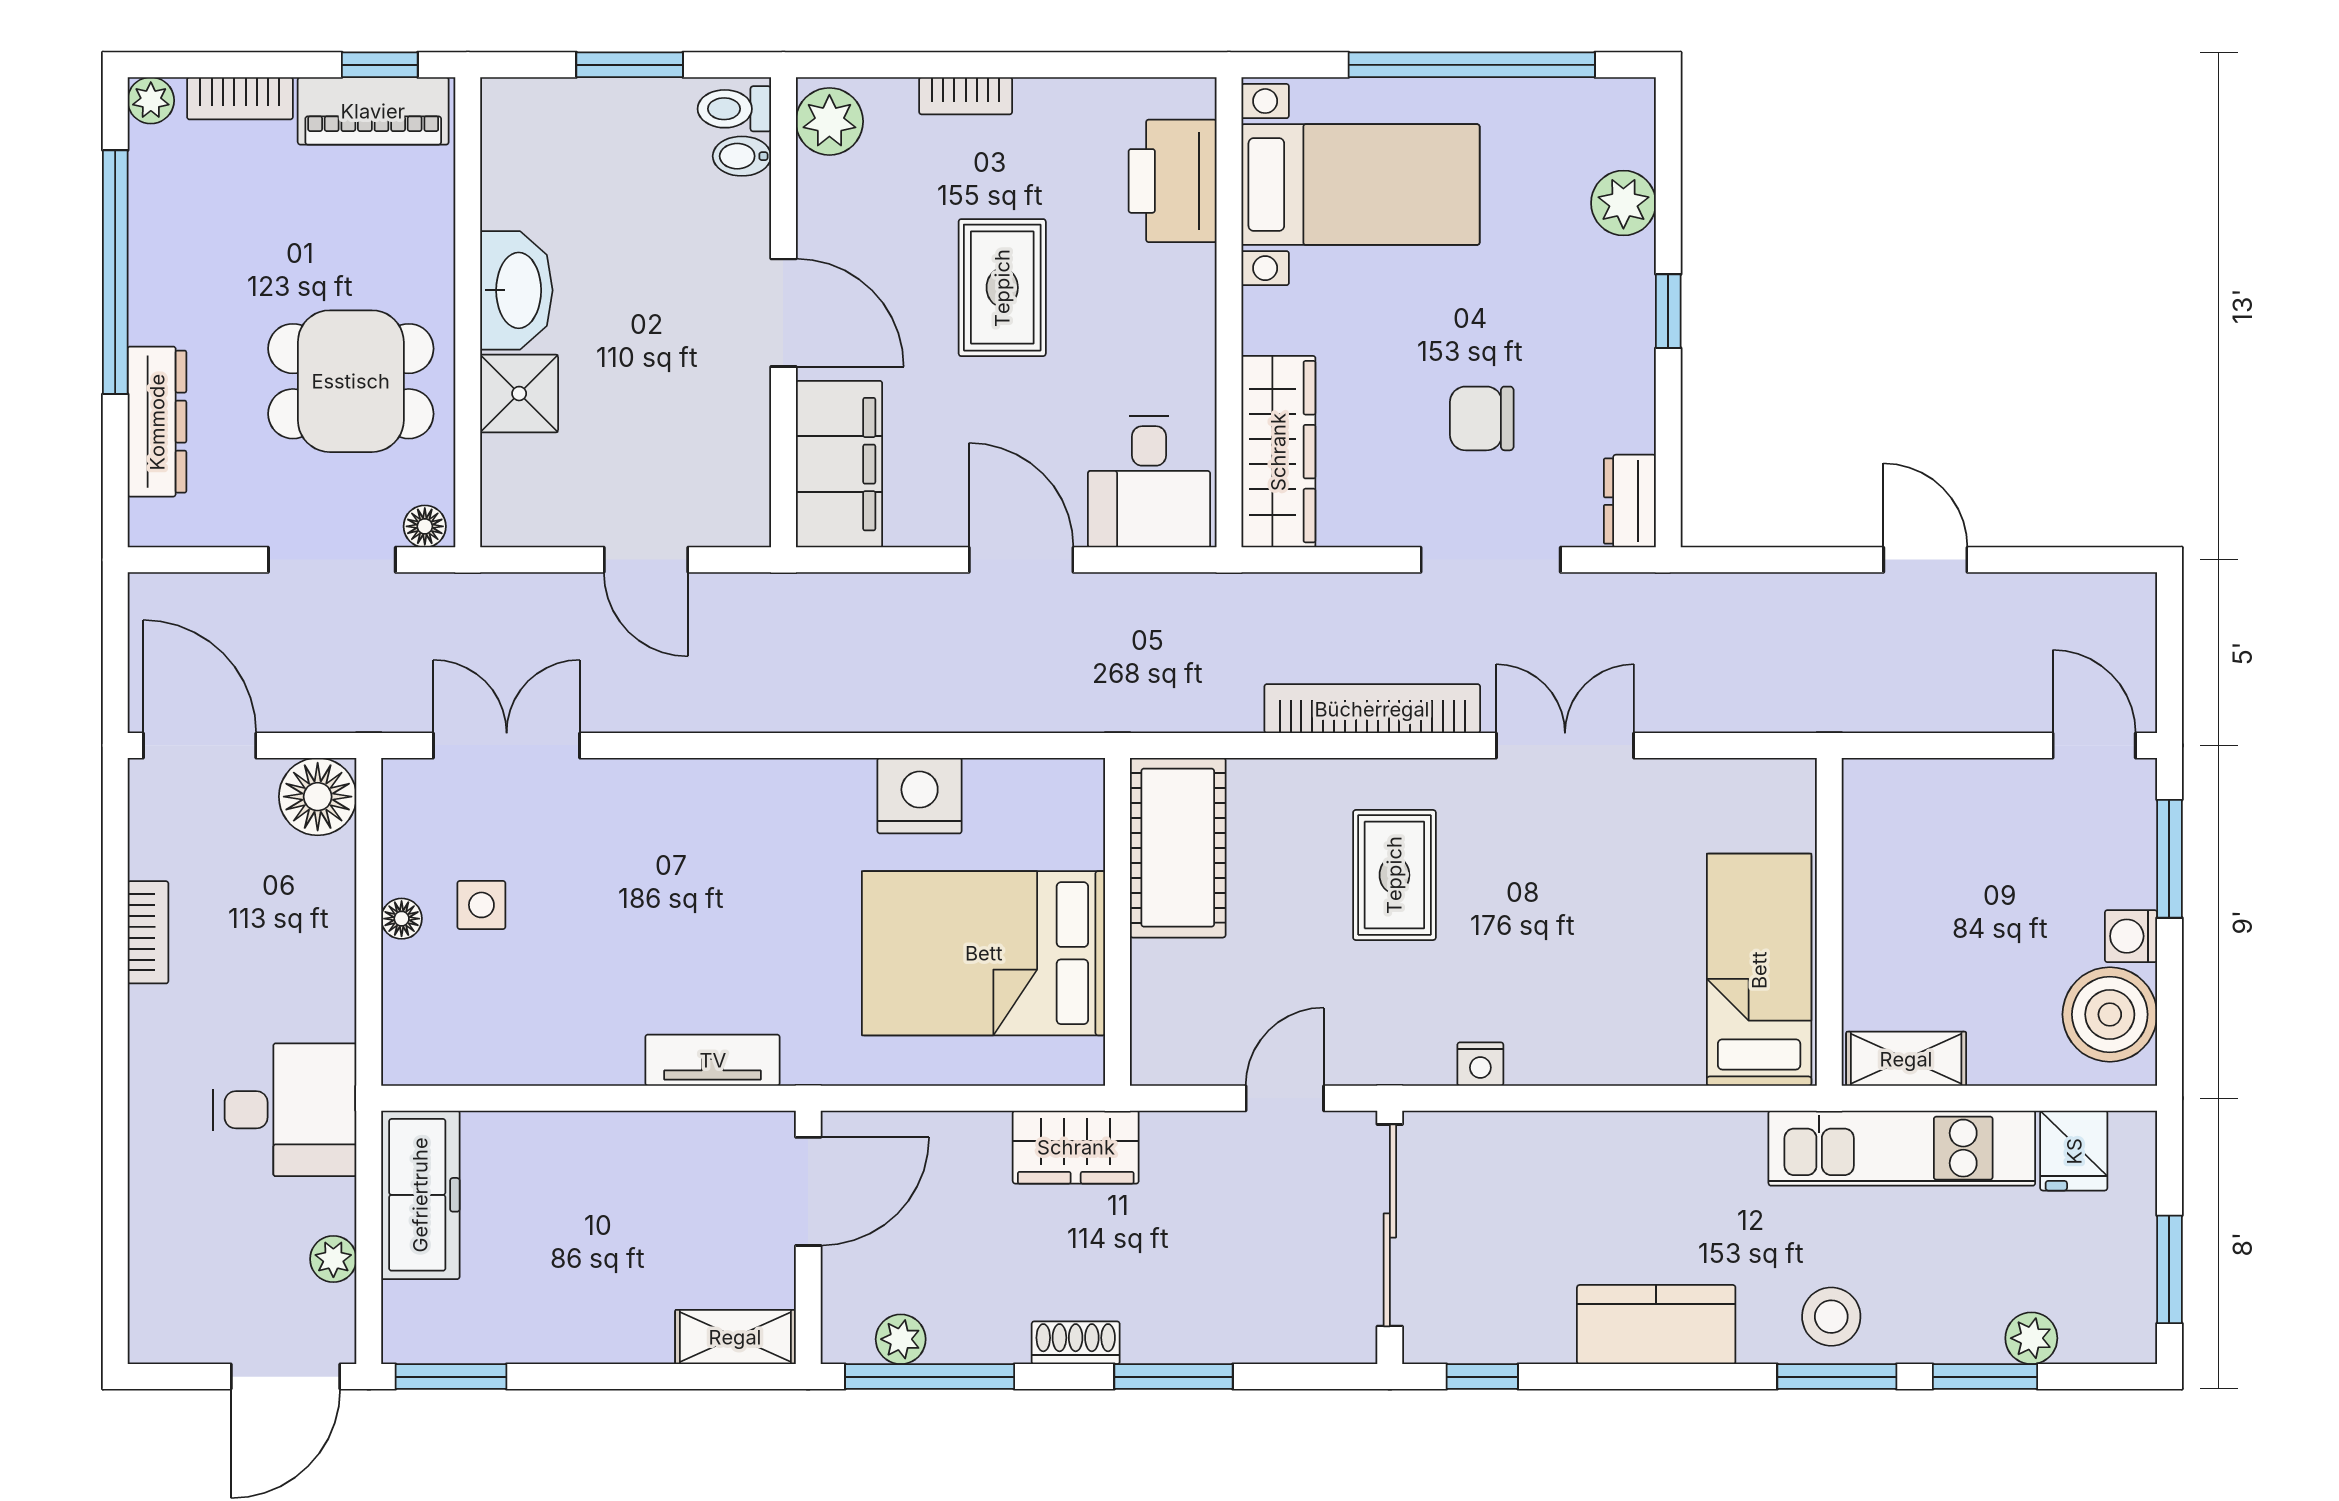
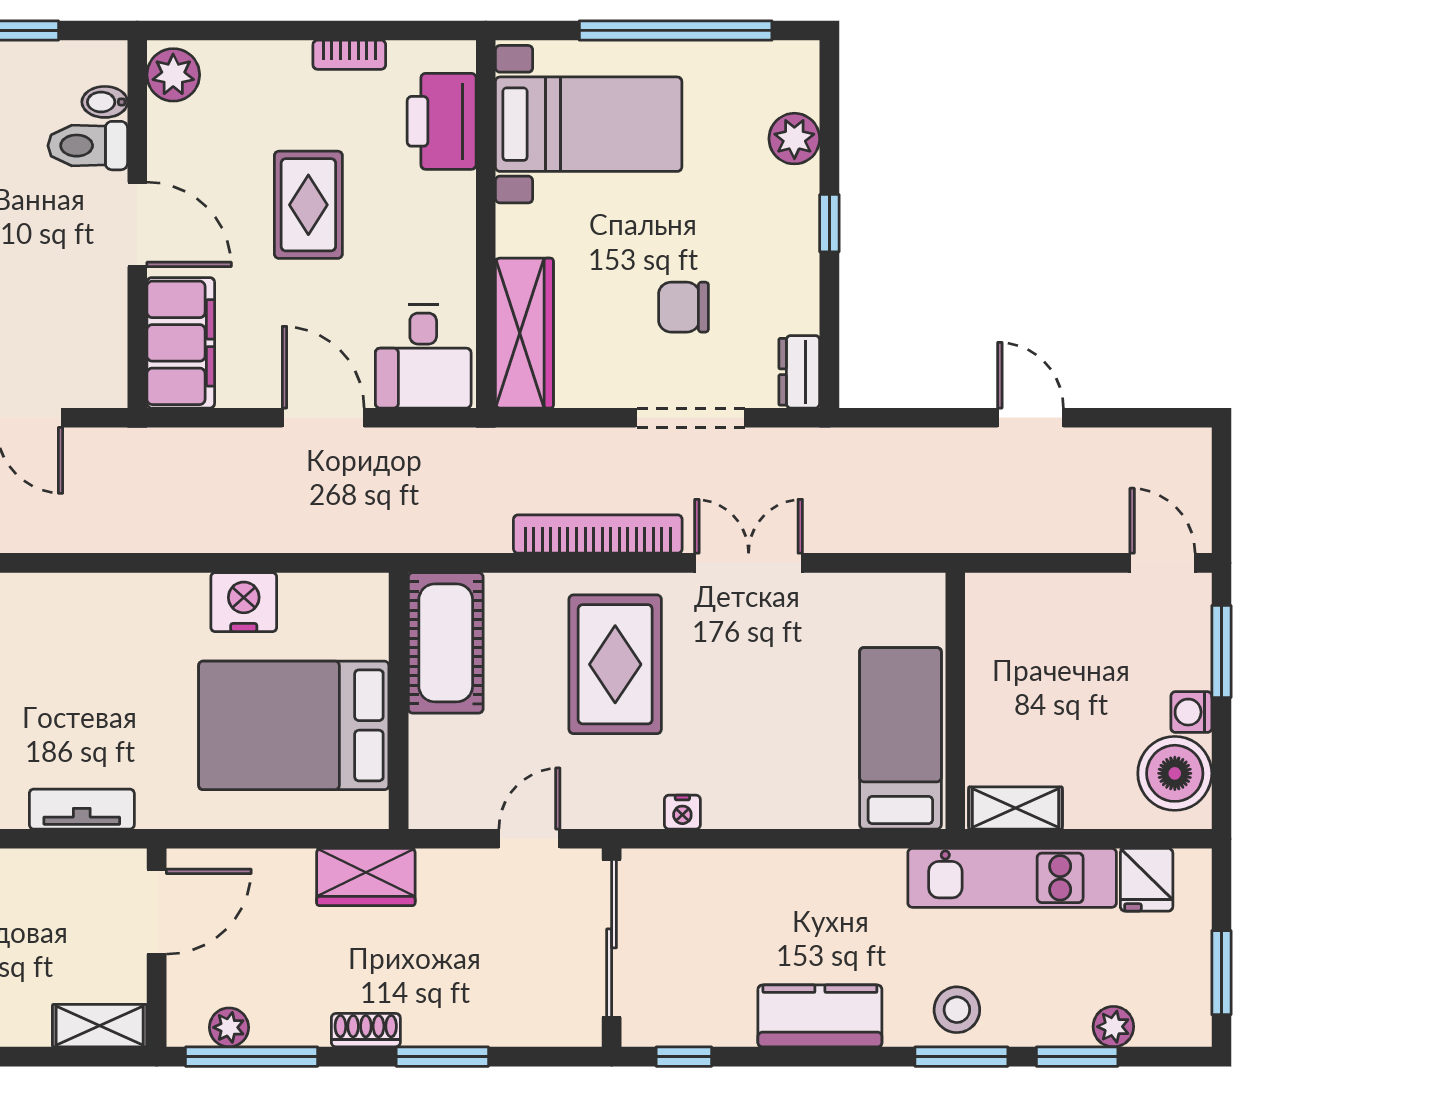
bookcase: (966, 96) -> (349, 55), moved
toilet: (734, 109) -> (88, 146), moved, width x1.37, depth x1.39
rug: (1394, 875) -> (615, 664), width x1.36, depth x1.43

